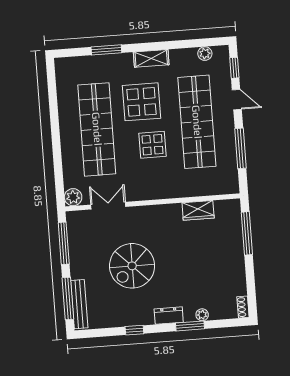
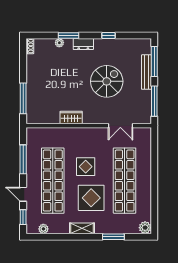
plant: (73, 197) -> (145, 228), moved
wardrobe: (198, 210) -> (71, 117), moved
bench: (79, 304) -> (146, 72), moved

